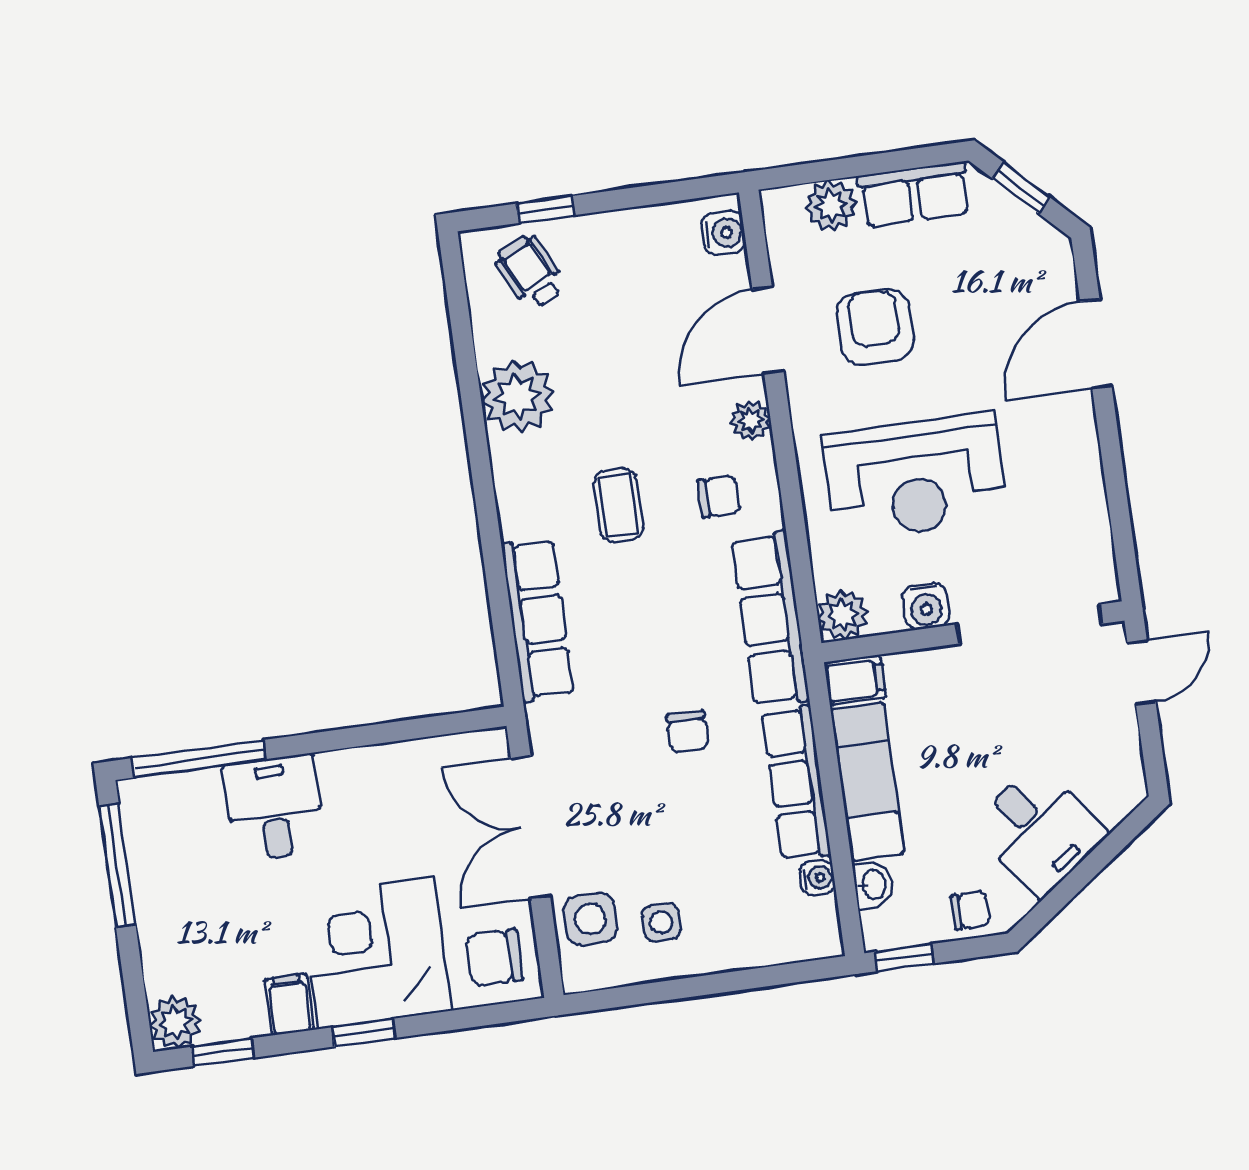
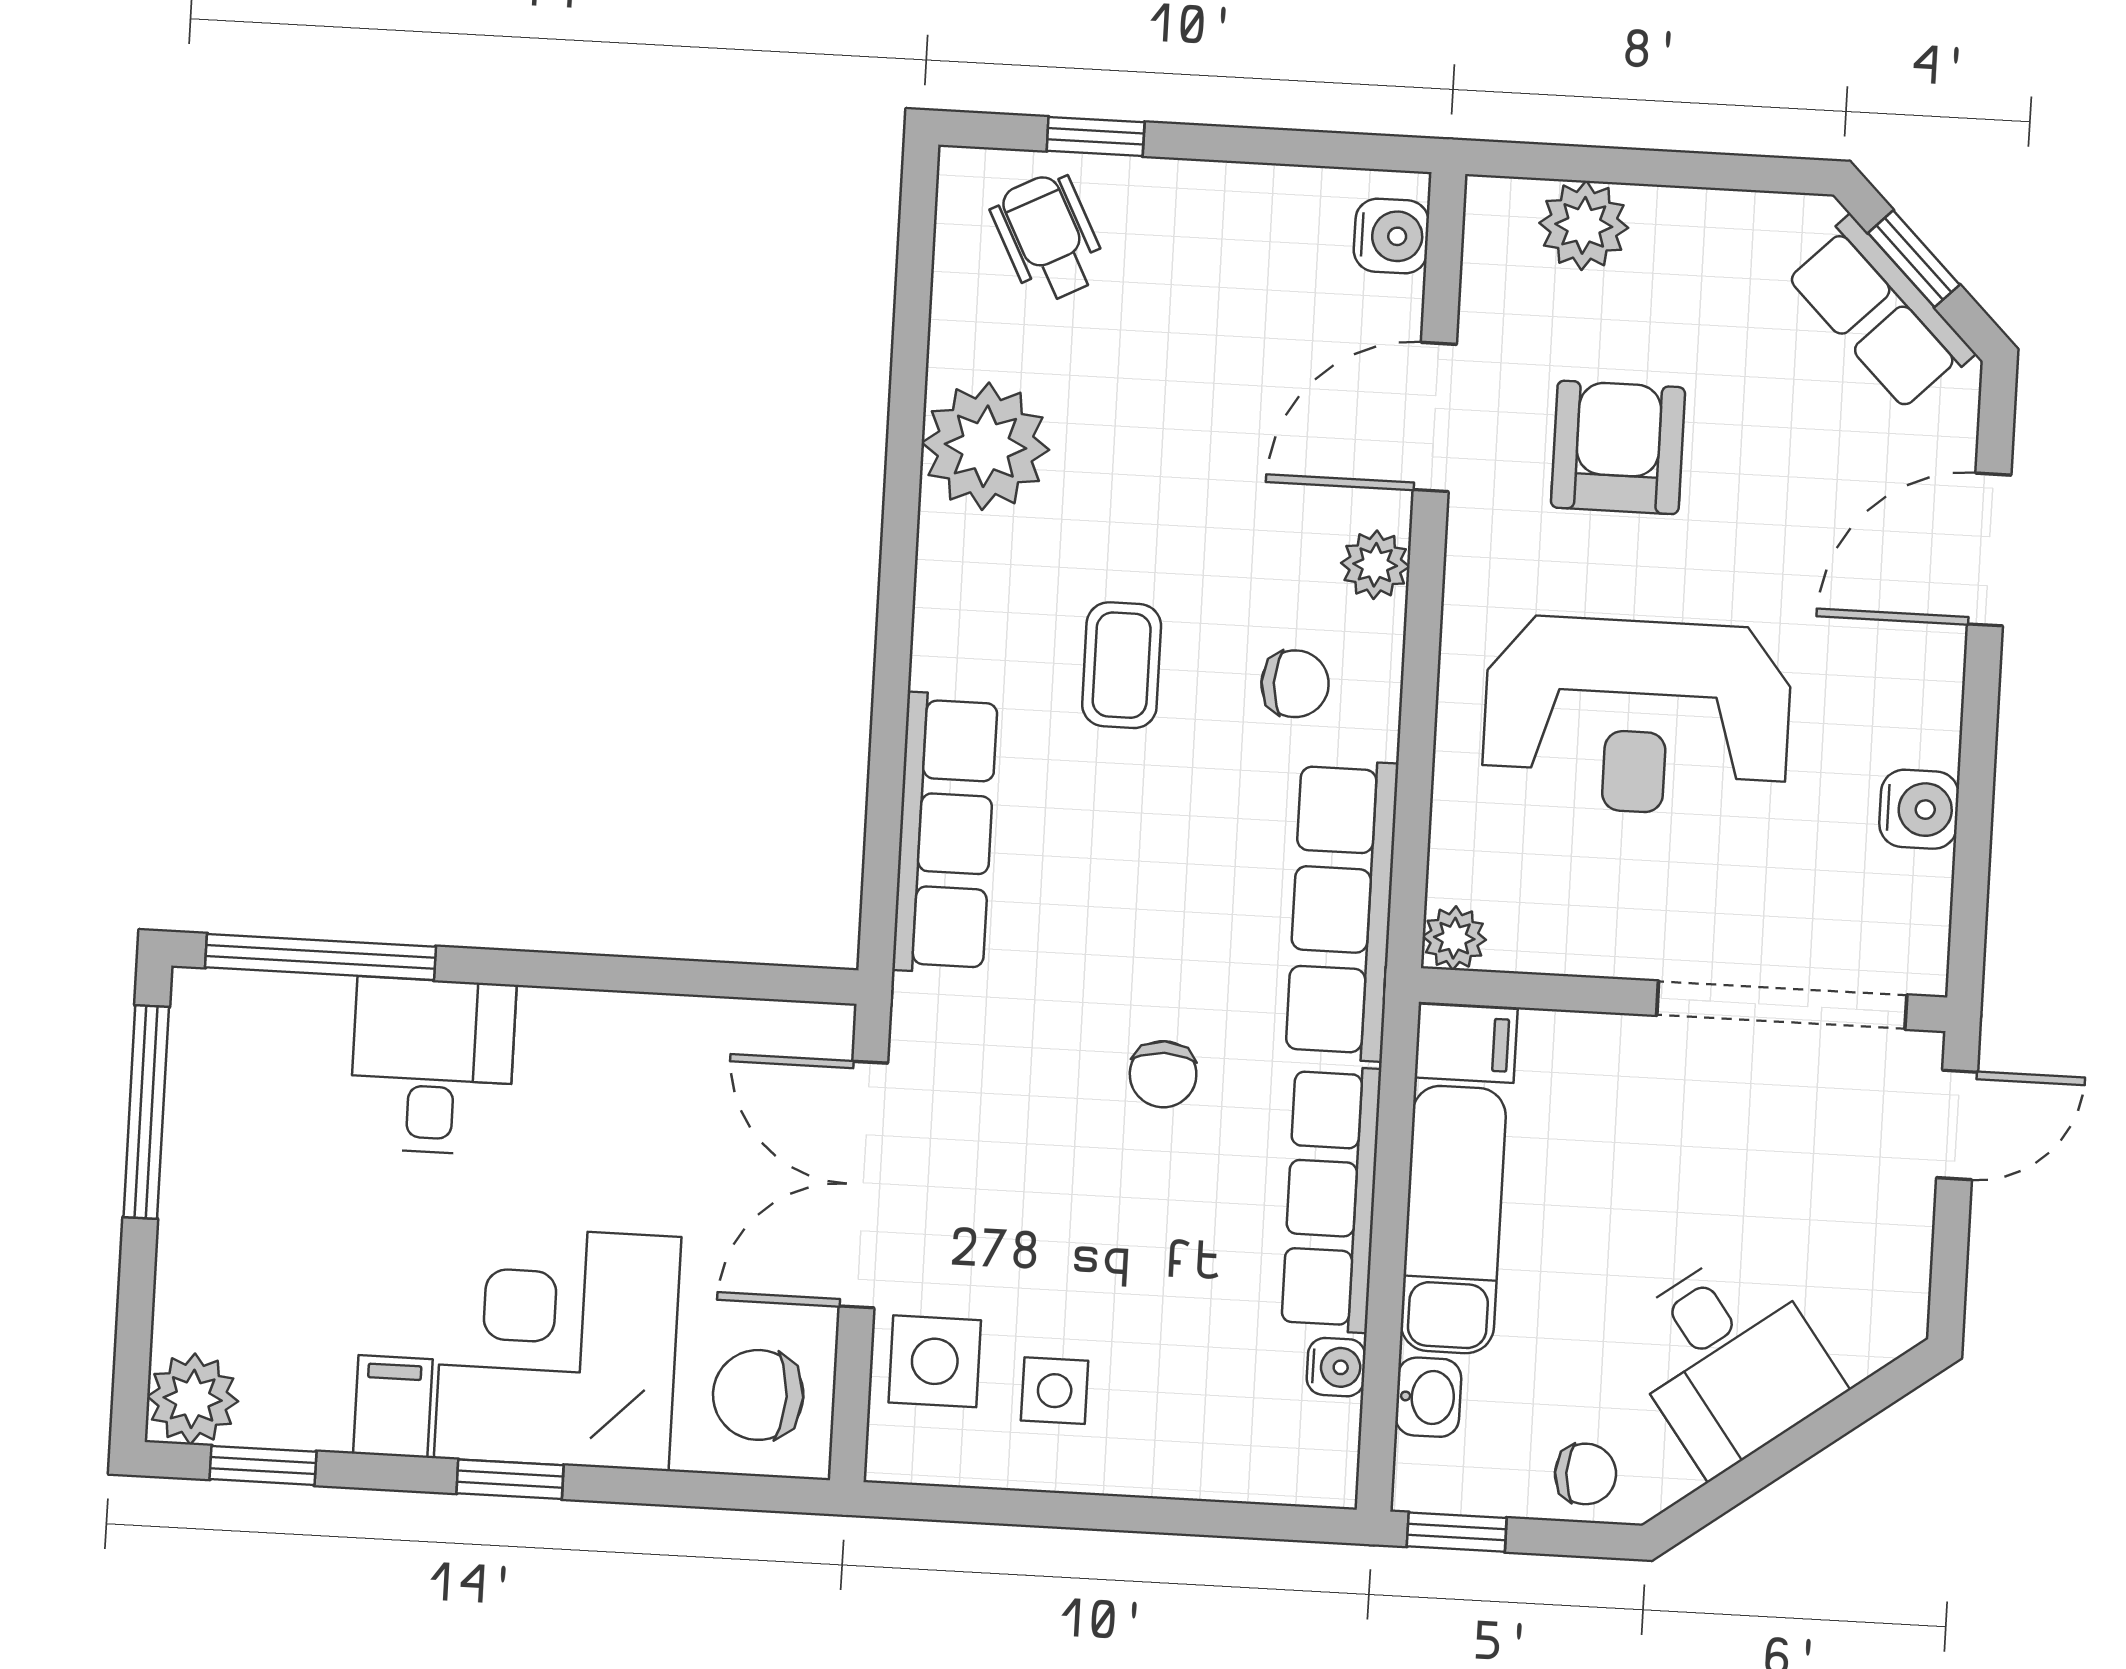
row of seats: (914, 194) -> (1880, 314), moved, turned 45
water cooler: (926, 606) -> (1919, 809), moved, turned -90
plant: (843, 615) -> (1454, 938), width x0.73, depth x0.73

